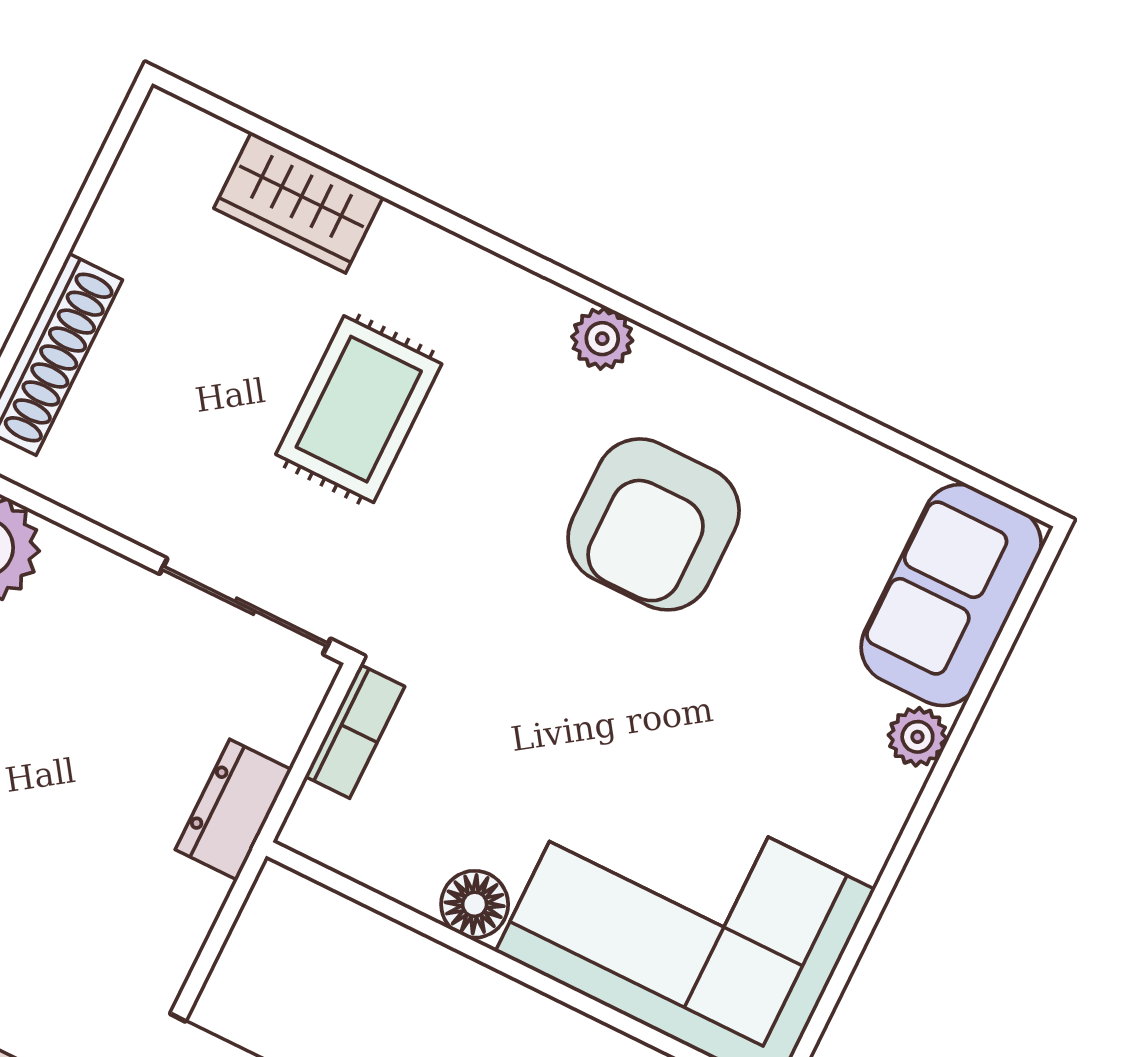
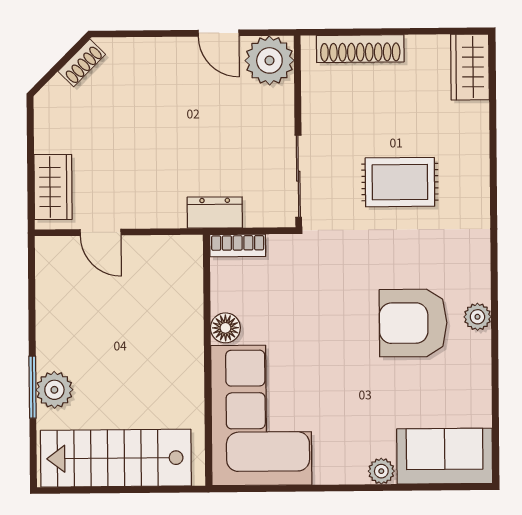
wardrobe: (298, 202) -> (470, 67), moved
plant: (602, 339) -> (477, 317), moved
bookcase: (355, 731) -> (238, 246), moved

